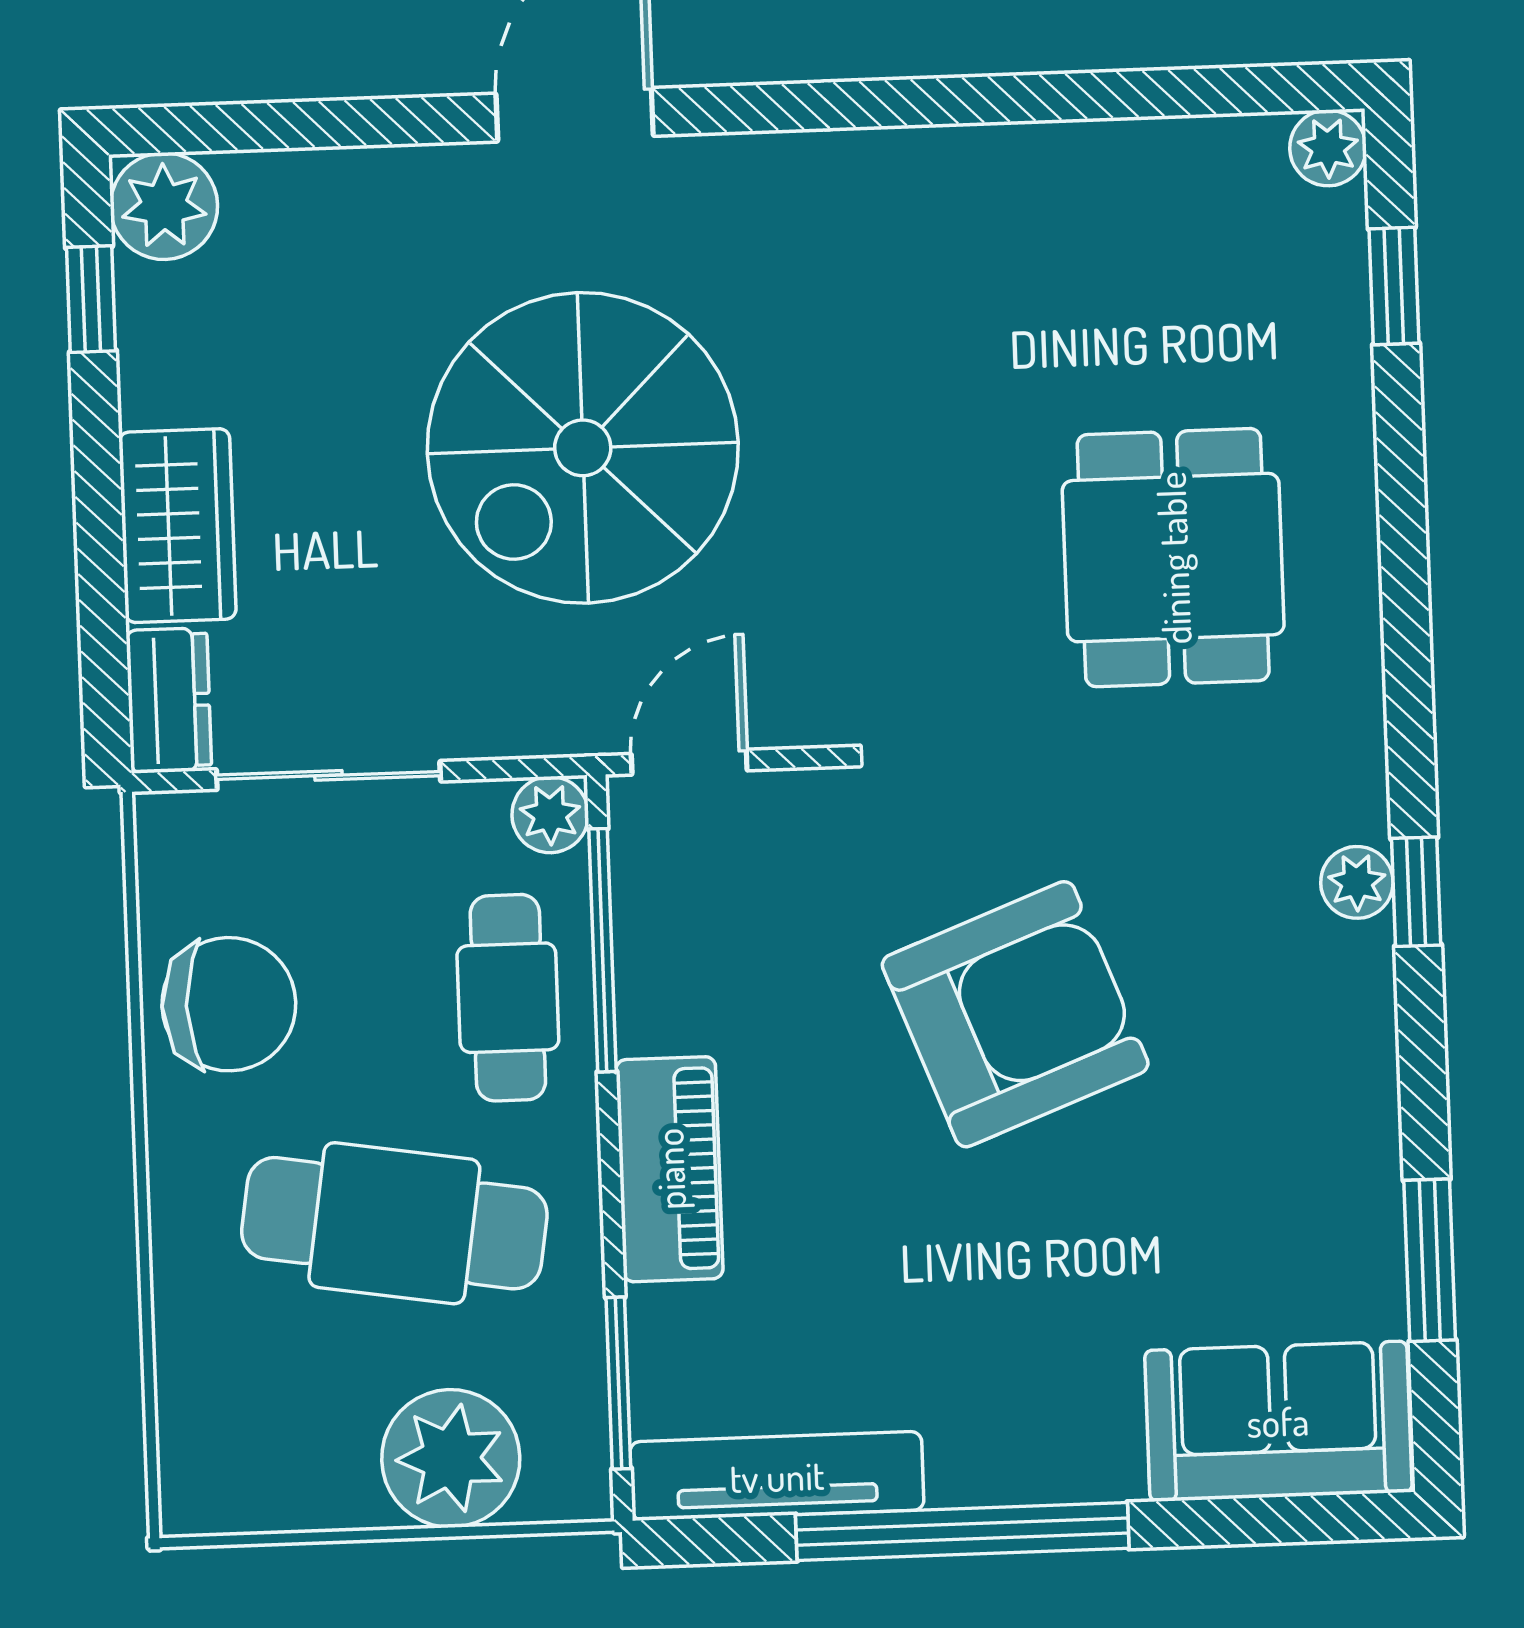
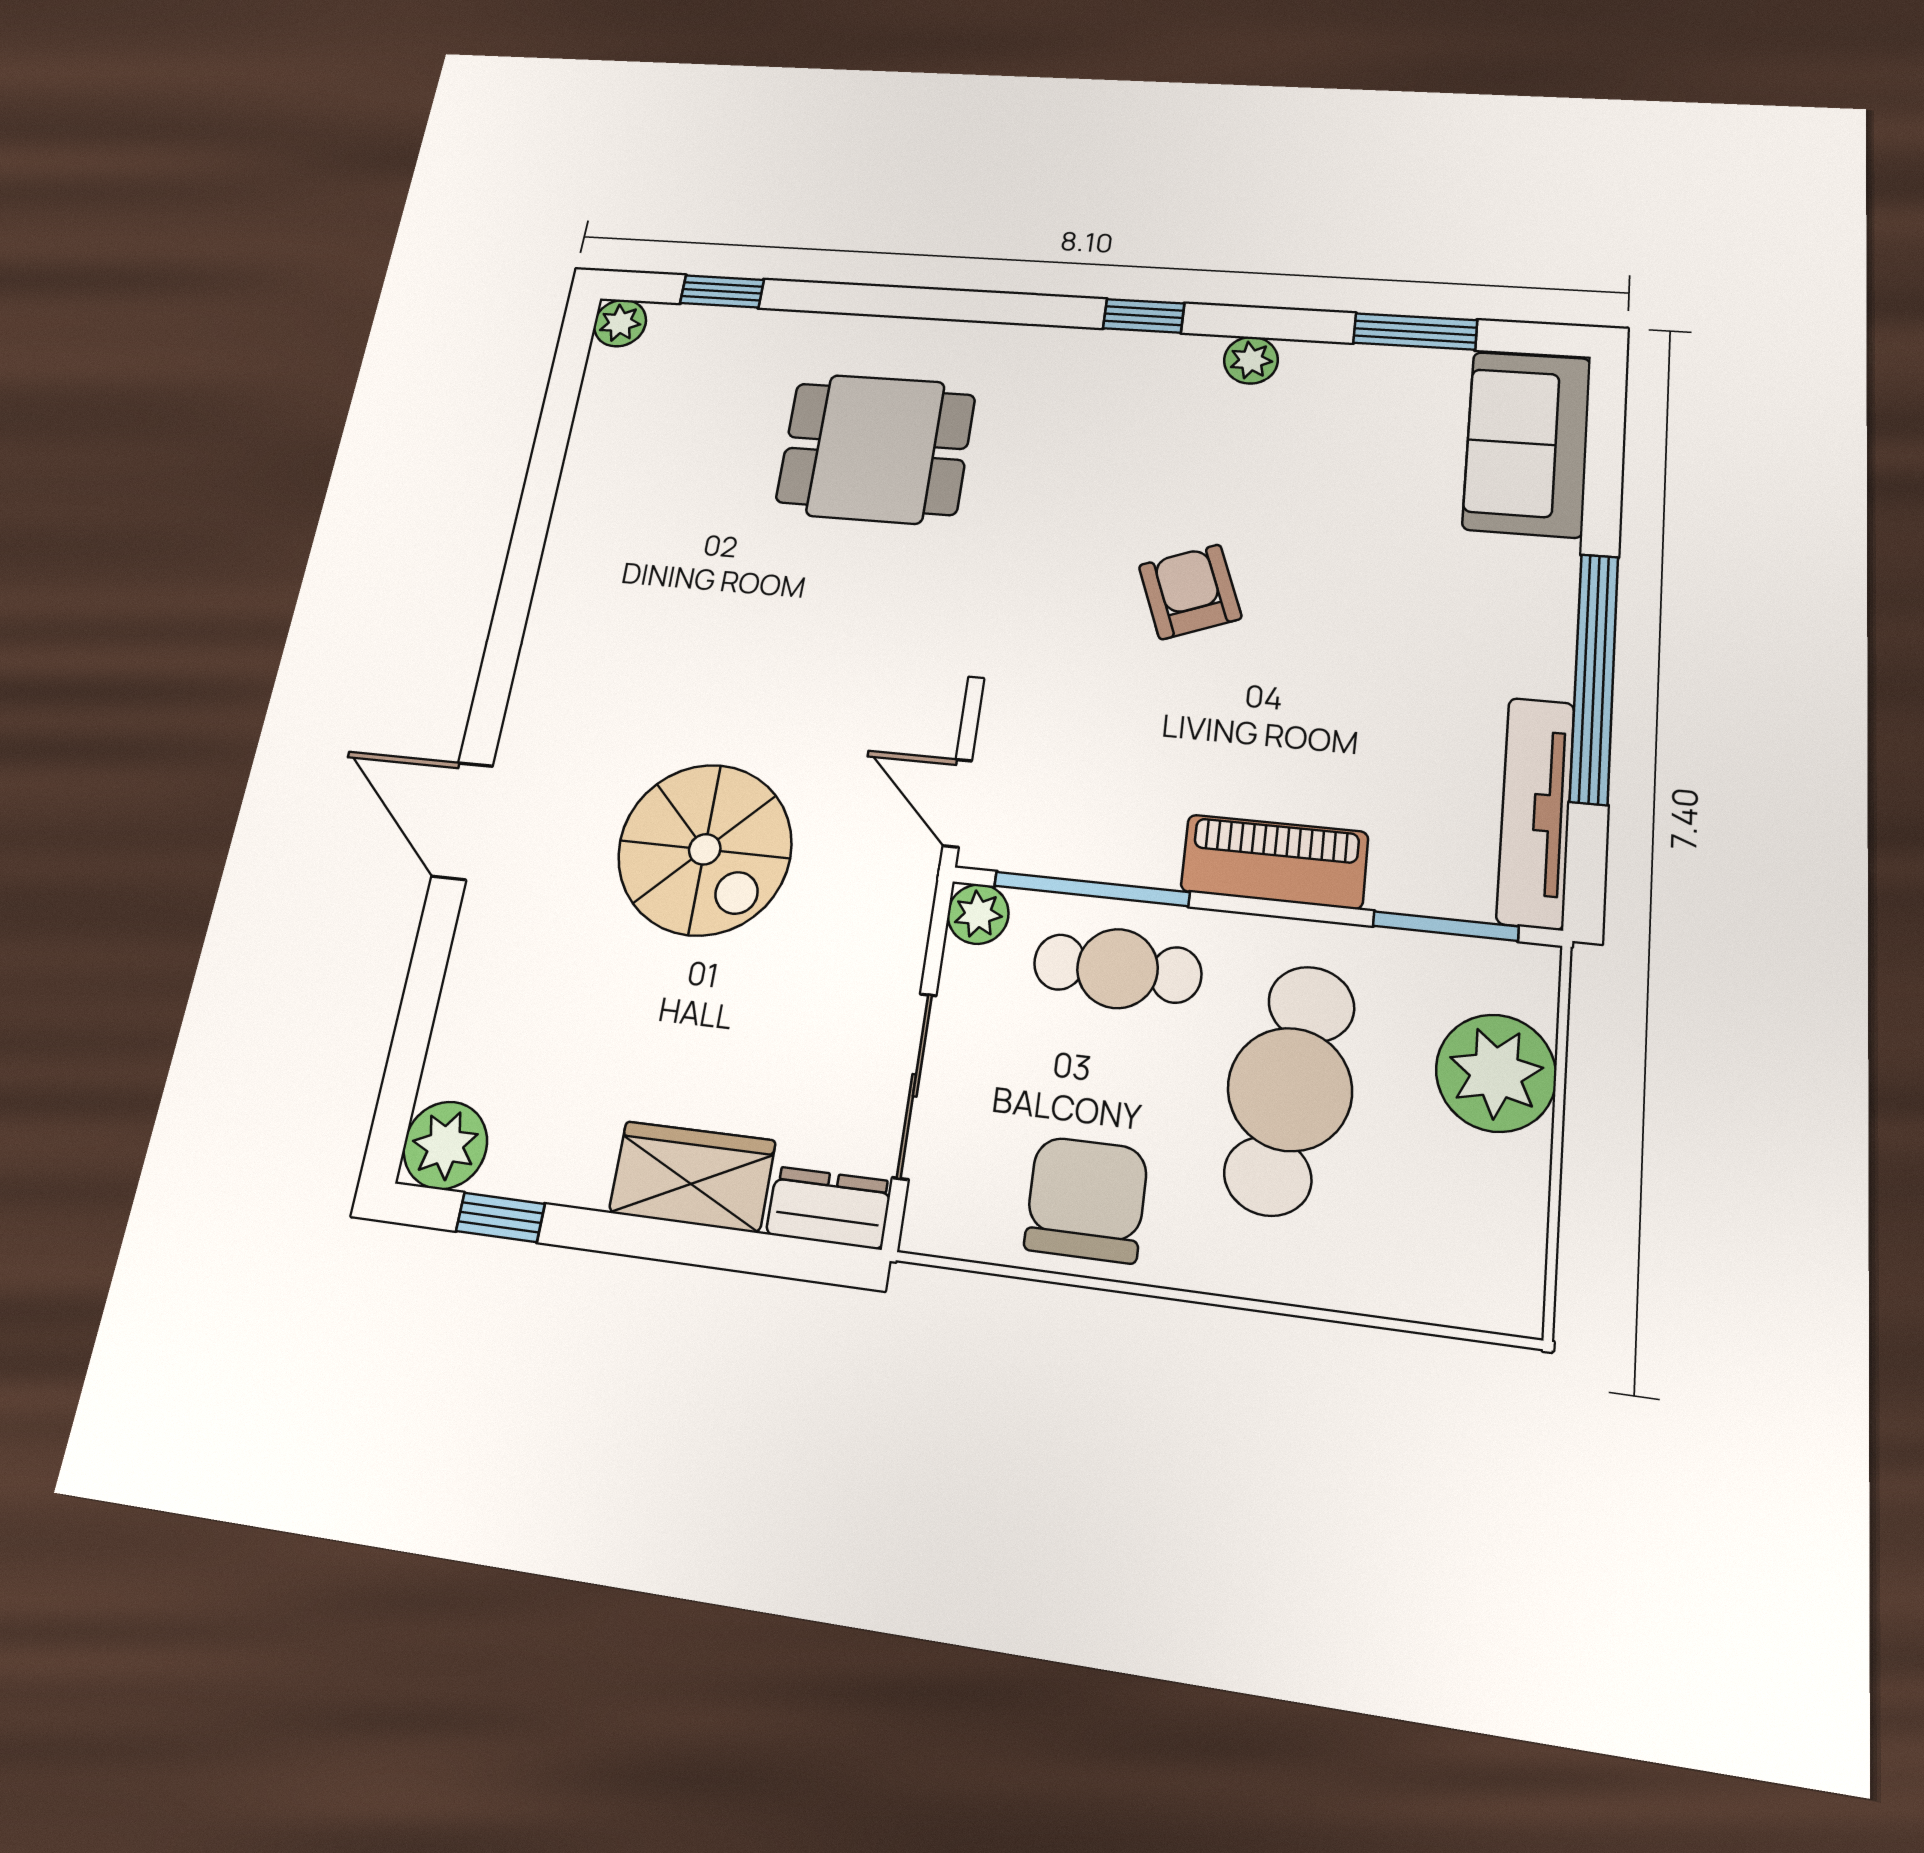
spiral stairs: (583, 448) -> (705, 849), width x0.73, depth x0.73
plant: (1357, 882) -> (1251, 360), moved
armchair: (1015, 1014) -> (1190, 592), width x0.53, depth x0.53

